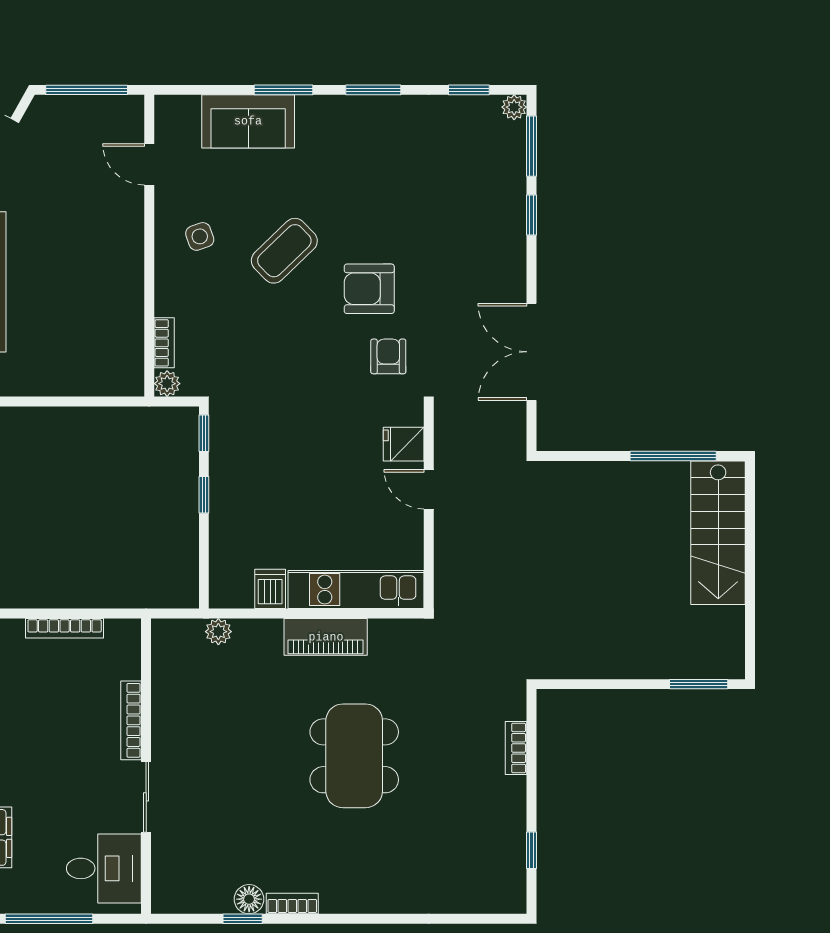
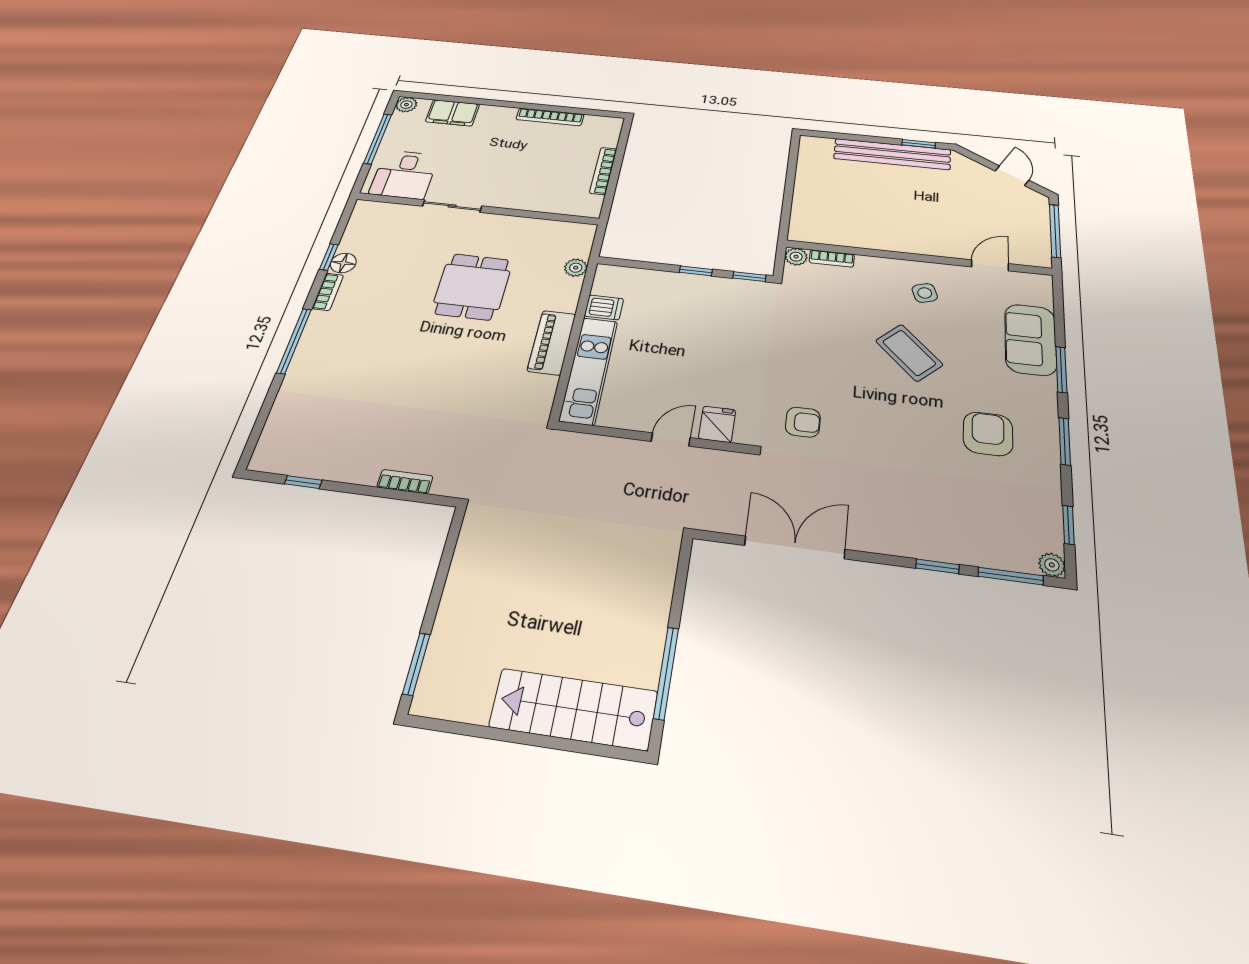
armchair: (369, 289) -> (988, 434), moved
bookcase: (131, 720) -> (517, 203), removed
dining table: (354, 756) -> (472, 287), moved, width x0.73
window: (363, 919) -> (294, 341), added

